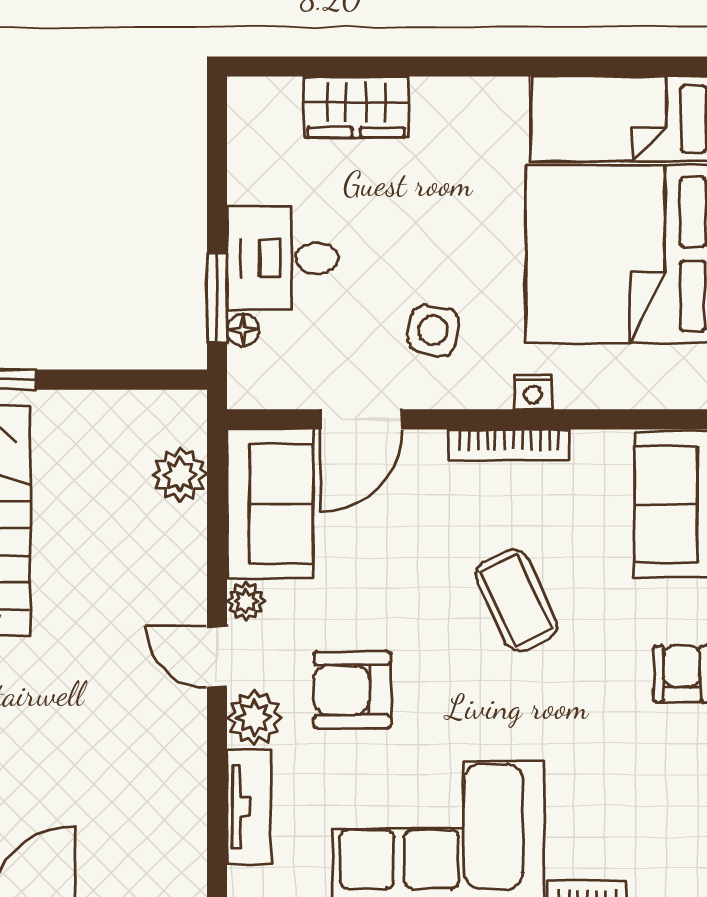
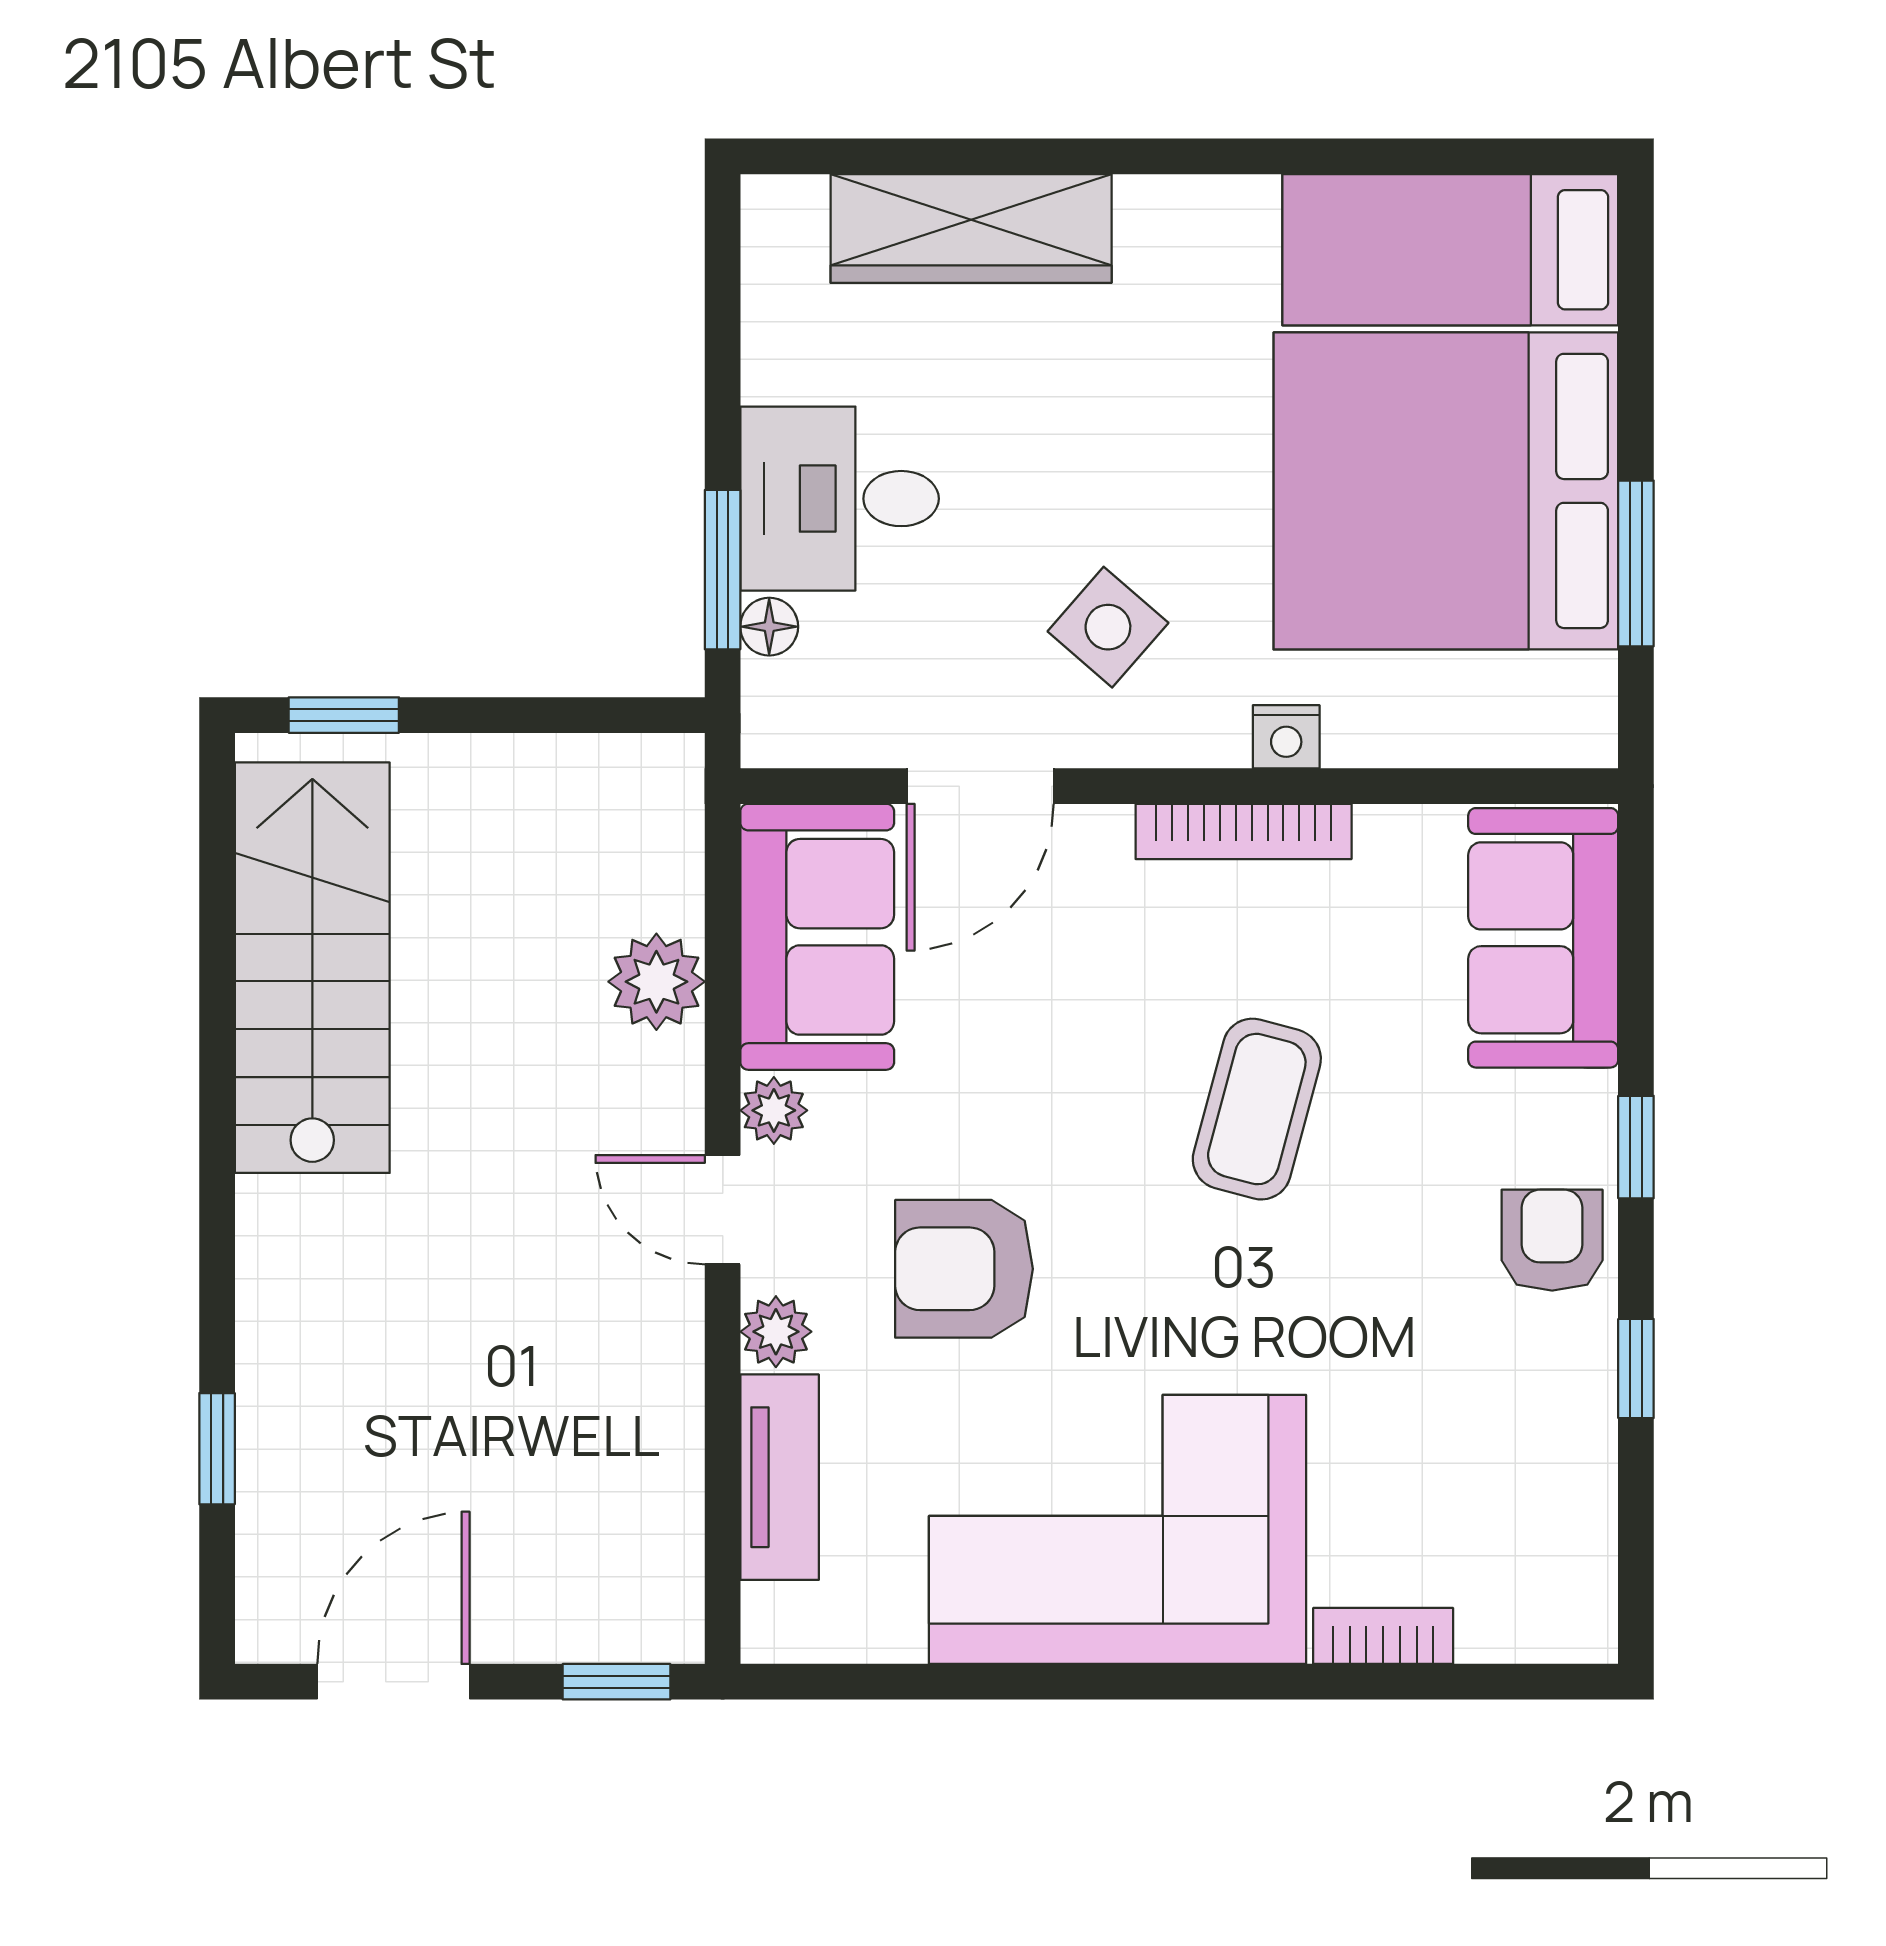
wardrobe: (356, 107) -> (971, 228), width x1.50
side table: (433, 330) -> (1108, 627), turned 30
plant: (180, 475) -> (656, 982), moved
coffee table: (516, 600) -> (1257, 1109), turned 40
plant: (254, 718) -> (776, 1332), width x0.73, depth x0.73

